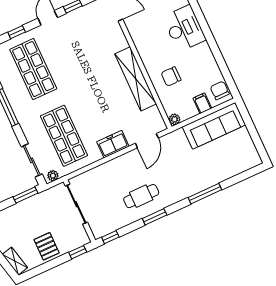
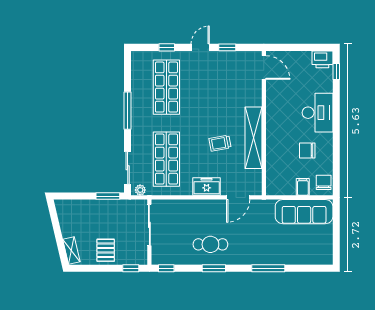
chair: (171, 77) -> (307, 150), moved
trolley: (107, 98) -> (220, 143), added
plant: (175, 119) -> (272, 190), removed

